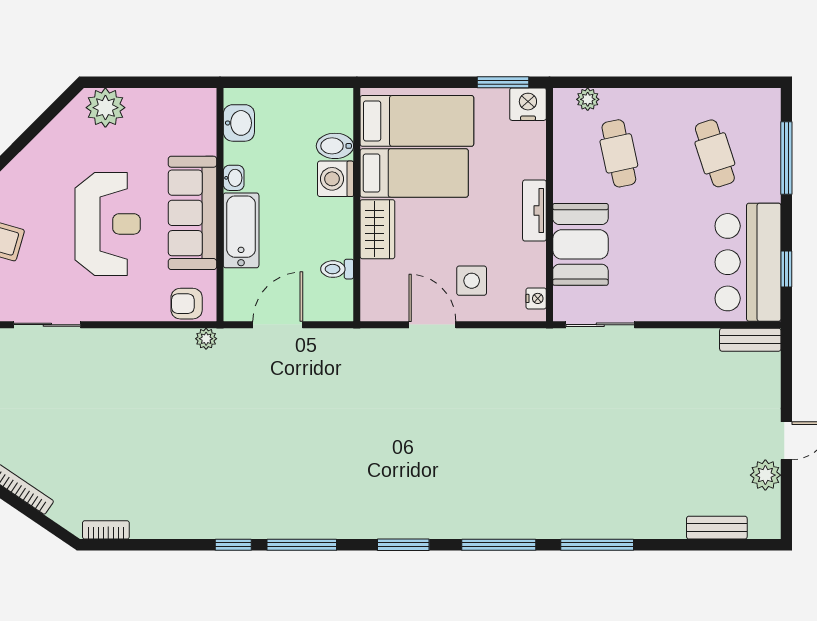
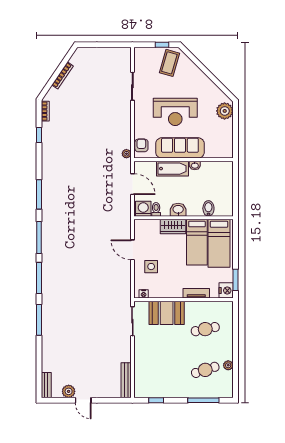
plant: (588, 99) -> (228, 365), moved
washbasin: (239, 123) -> (178, 210), moved, turned 180
washing machine: (336, 179) -> (143, 209), moved
tv unit: (534, 211) -> (196, 293), moved
bar counter: (748, 262) -> (159, 384), removed
door: (432, 325) -> (132, 250), swing flipped
bench: (750, 340) -> (126, 380), width x1.36
bench: (717, 528) -> (46, 385), moved
window: (233, 545) -> (39, 135), moved
window: (403, 545) -> (39, 238), width x1.44

